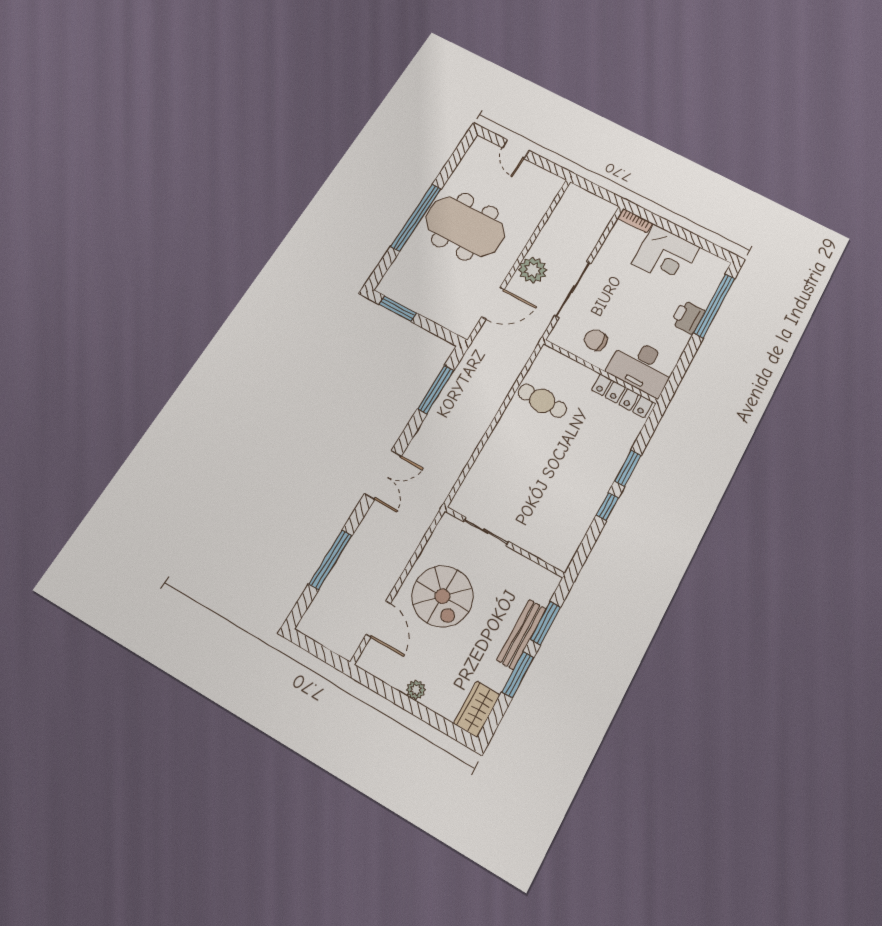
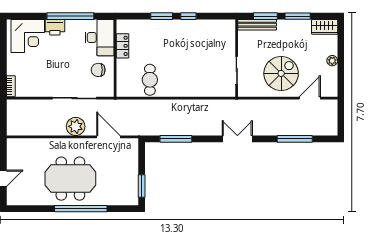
meeting table: (465, 226) -> (70, 179), turned 90
corner desk: (666, 255) -> (28, 36), moved, turned 90
window: (714, 306) -> (70, 16), moved
chair: (596, 340) -> (98, 70), turned 90
locker: (622, 396) -> (123, 46), width x0.66
bench: (522, 634) -> (257, 25), moved

